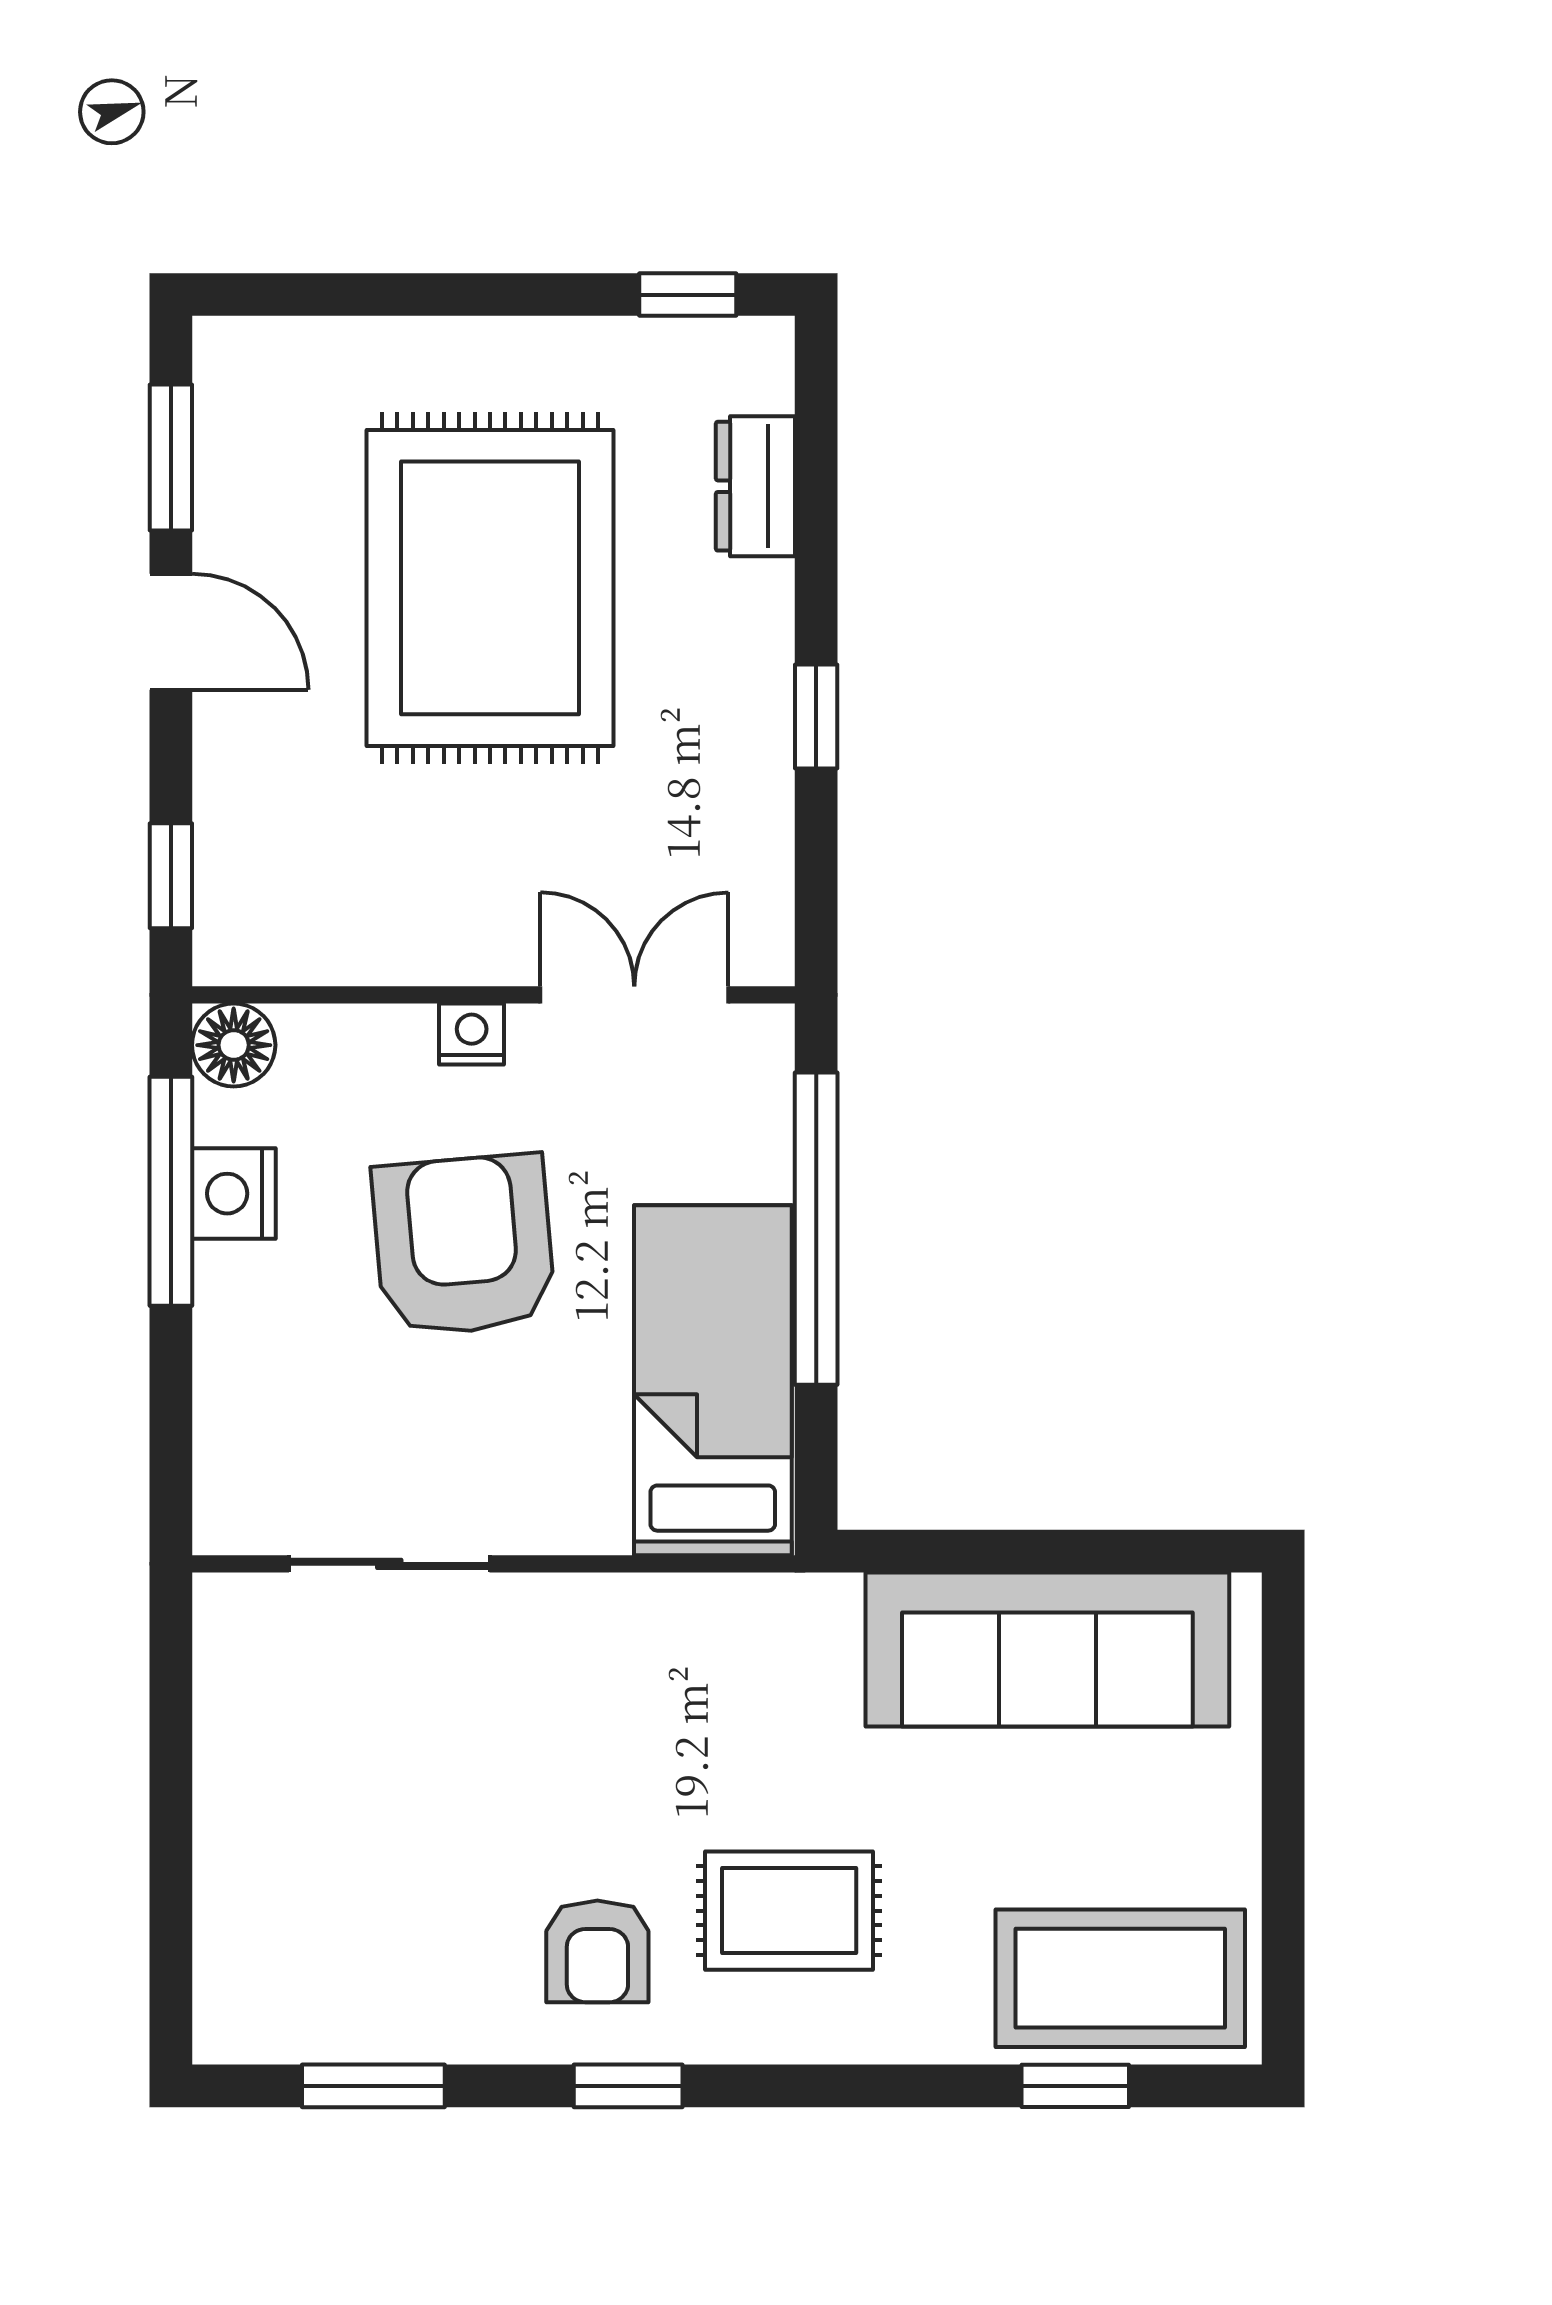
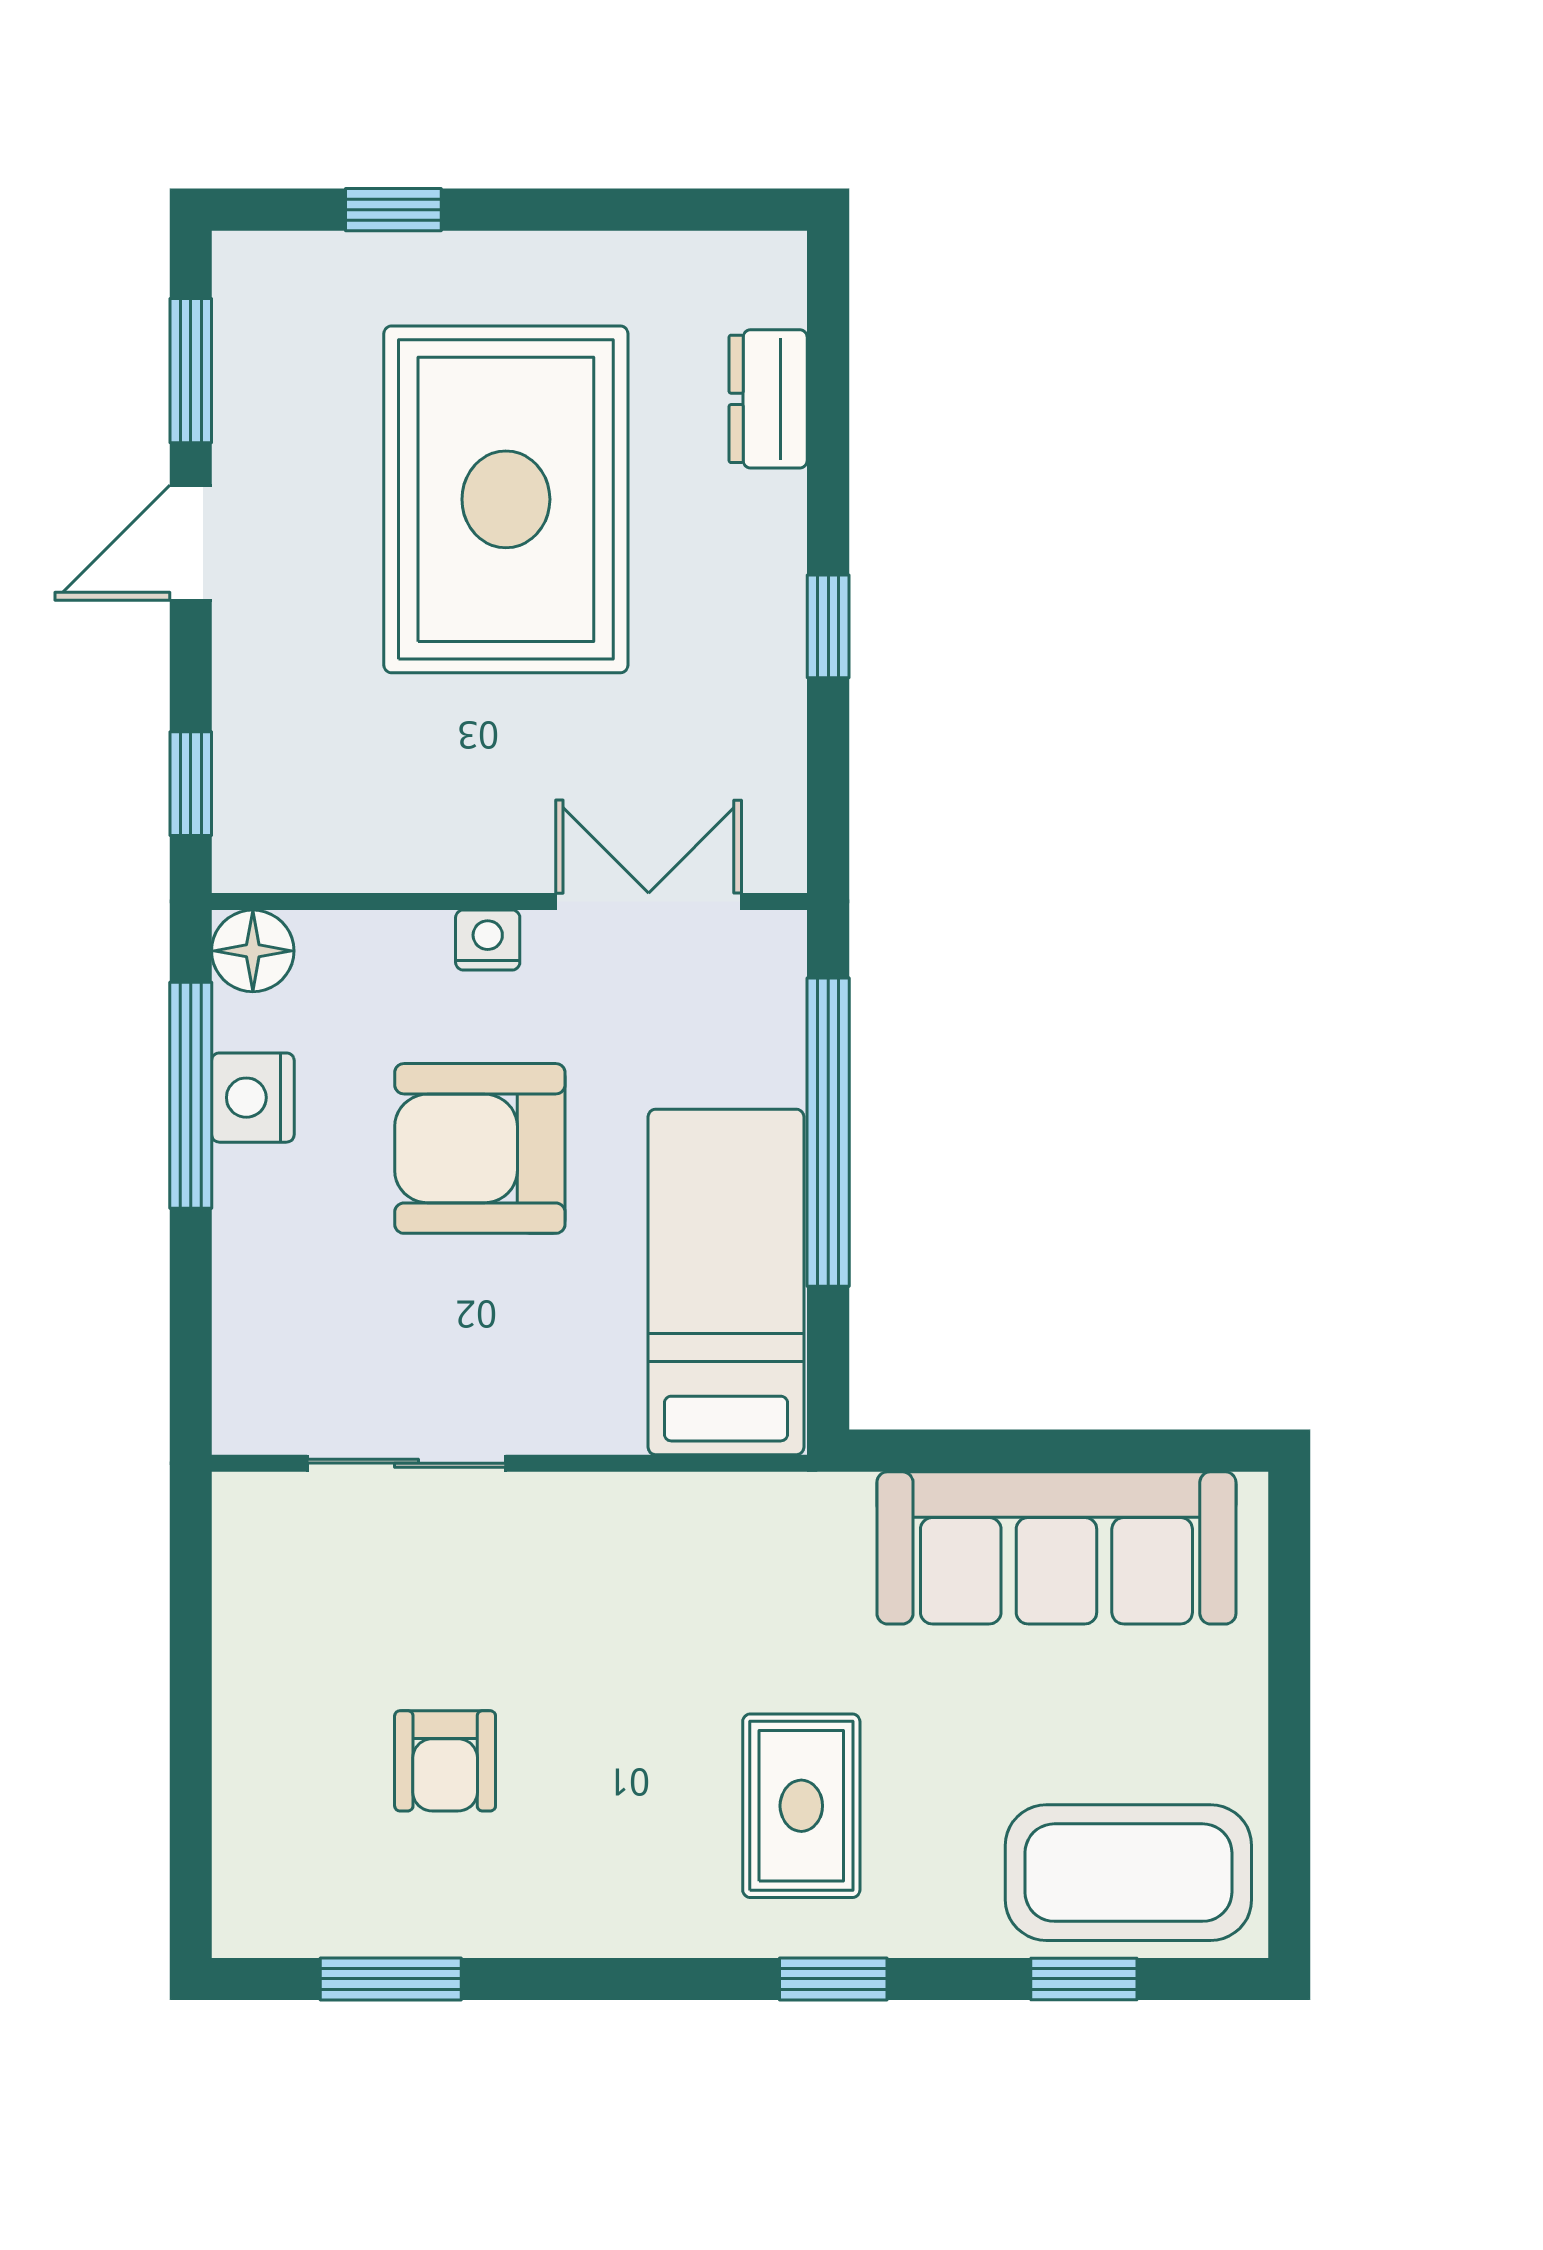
window: (688, 295) -> (393, 210), moved
door: (171, 632) -> (191, 543), swing flipped
armchair: (464, 1245) -> (480, 1148), turned -85
rug: (789, 1911) -> (801, 1806), turned 90
armchair: (597, 1951) -> (445, 1761), moved
window: (628, 2086) -> (833, 1979), moved

